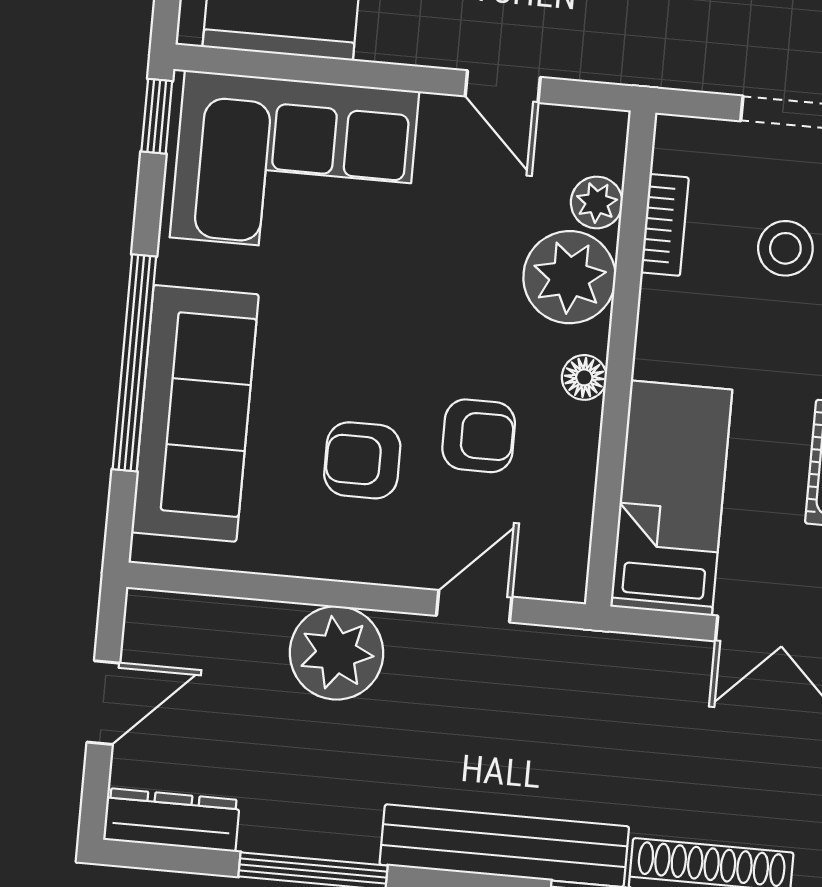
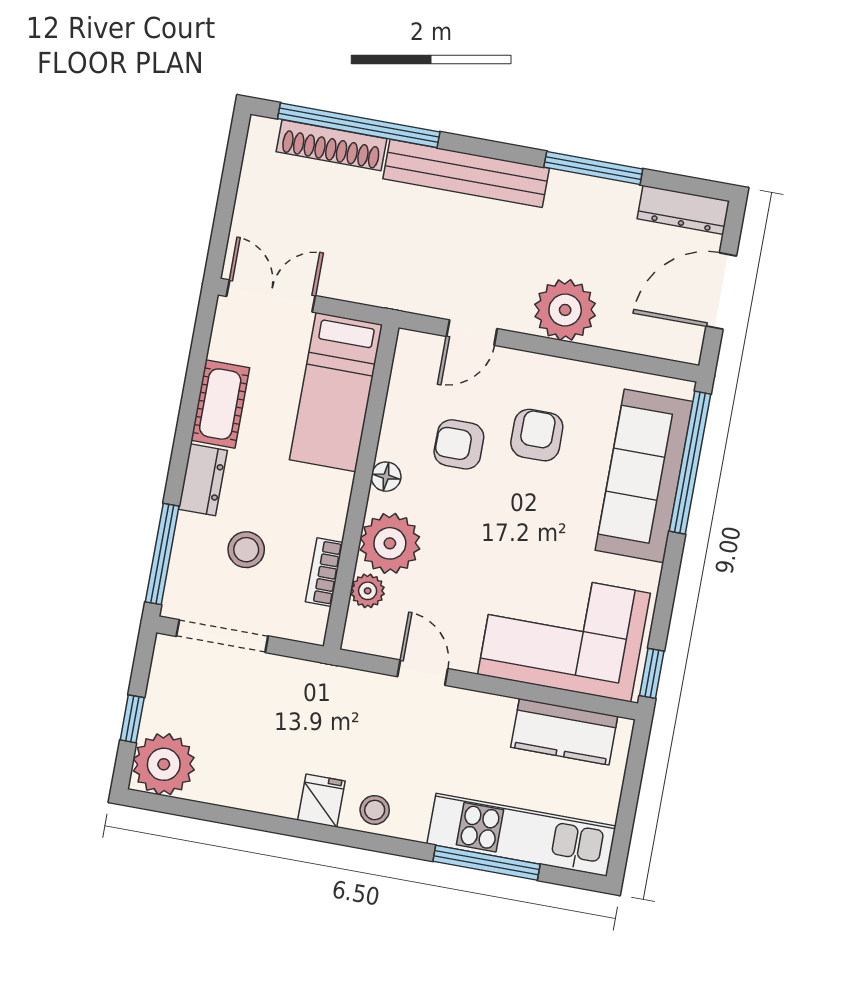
window: (134, 363) -> (690, 463), moved
armchair: (362, 460) -> (537, 435), turned -90
door: (103, 703) -> (721, 291), width x1.38

